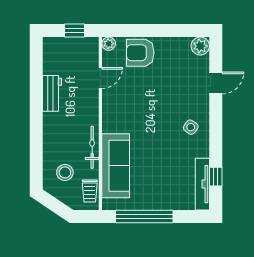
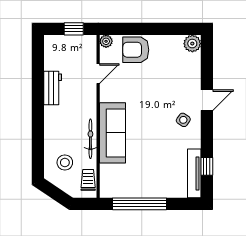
door: (216, 83) -> (207, 100), moved
sofa: (116, 166) -> (113, 133), moved
trolley: (90, 191) -> (88, 180), turned 180

